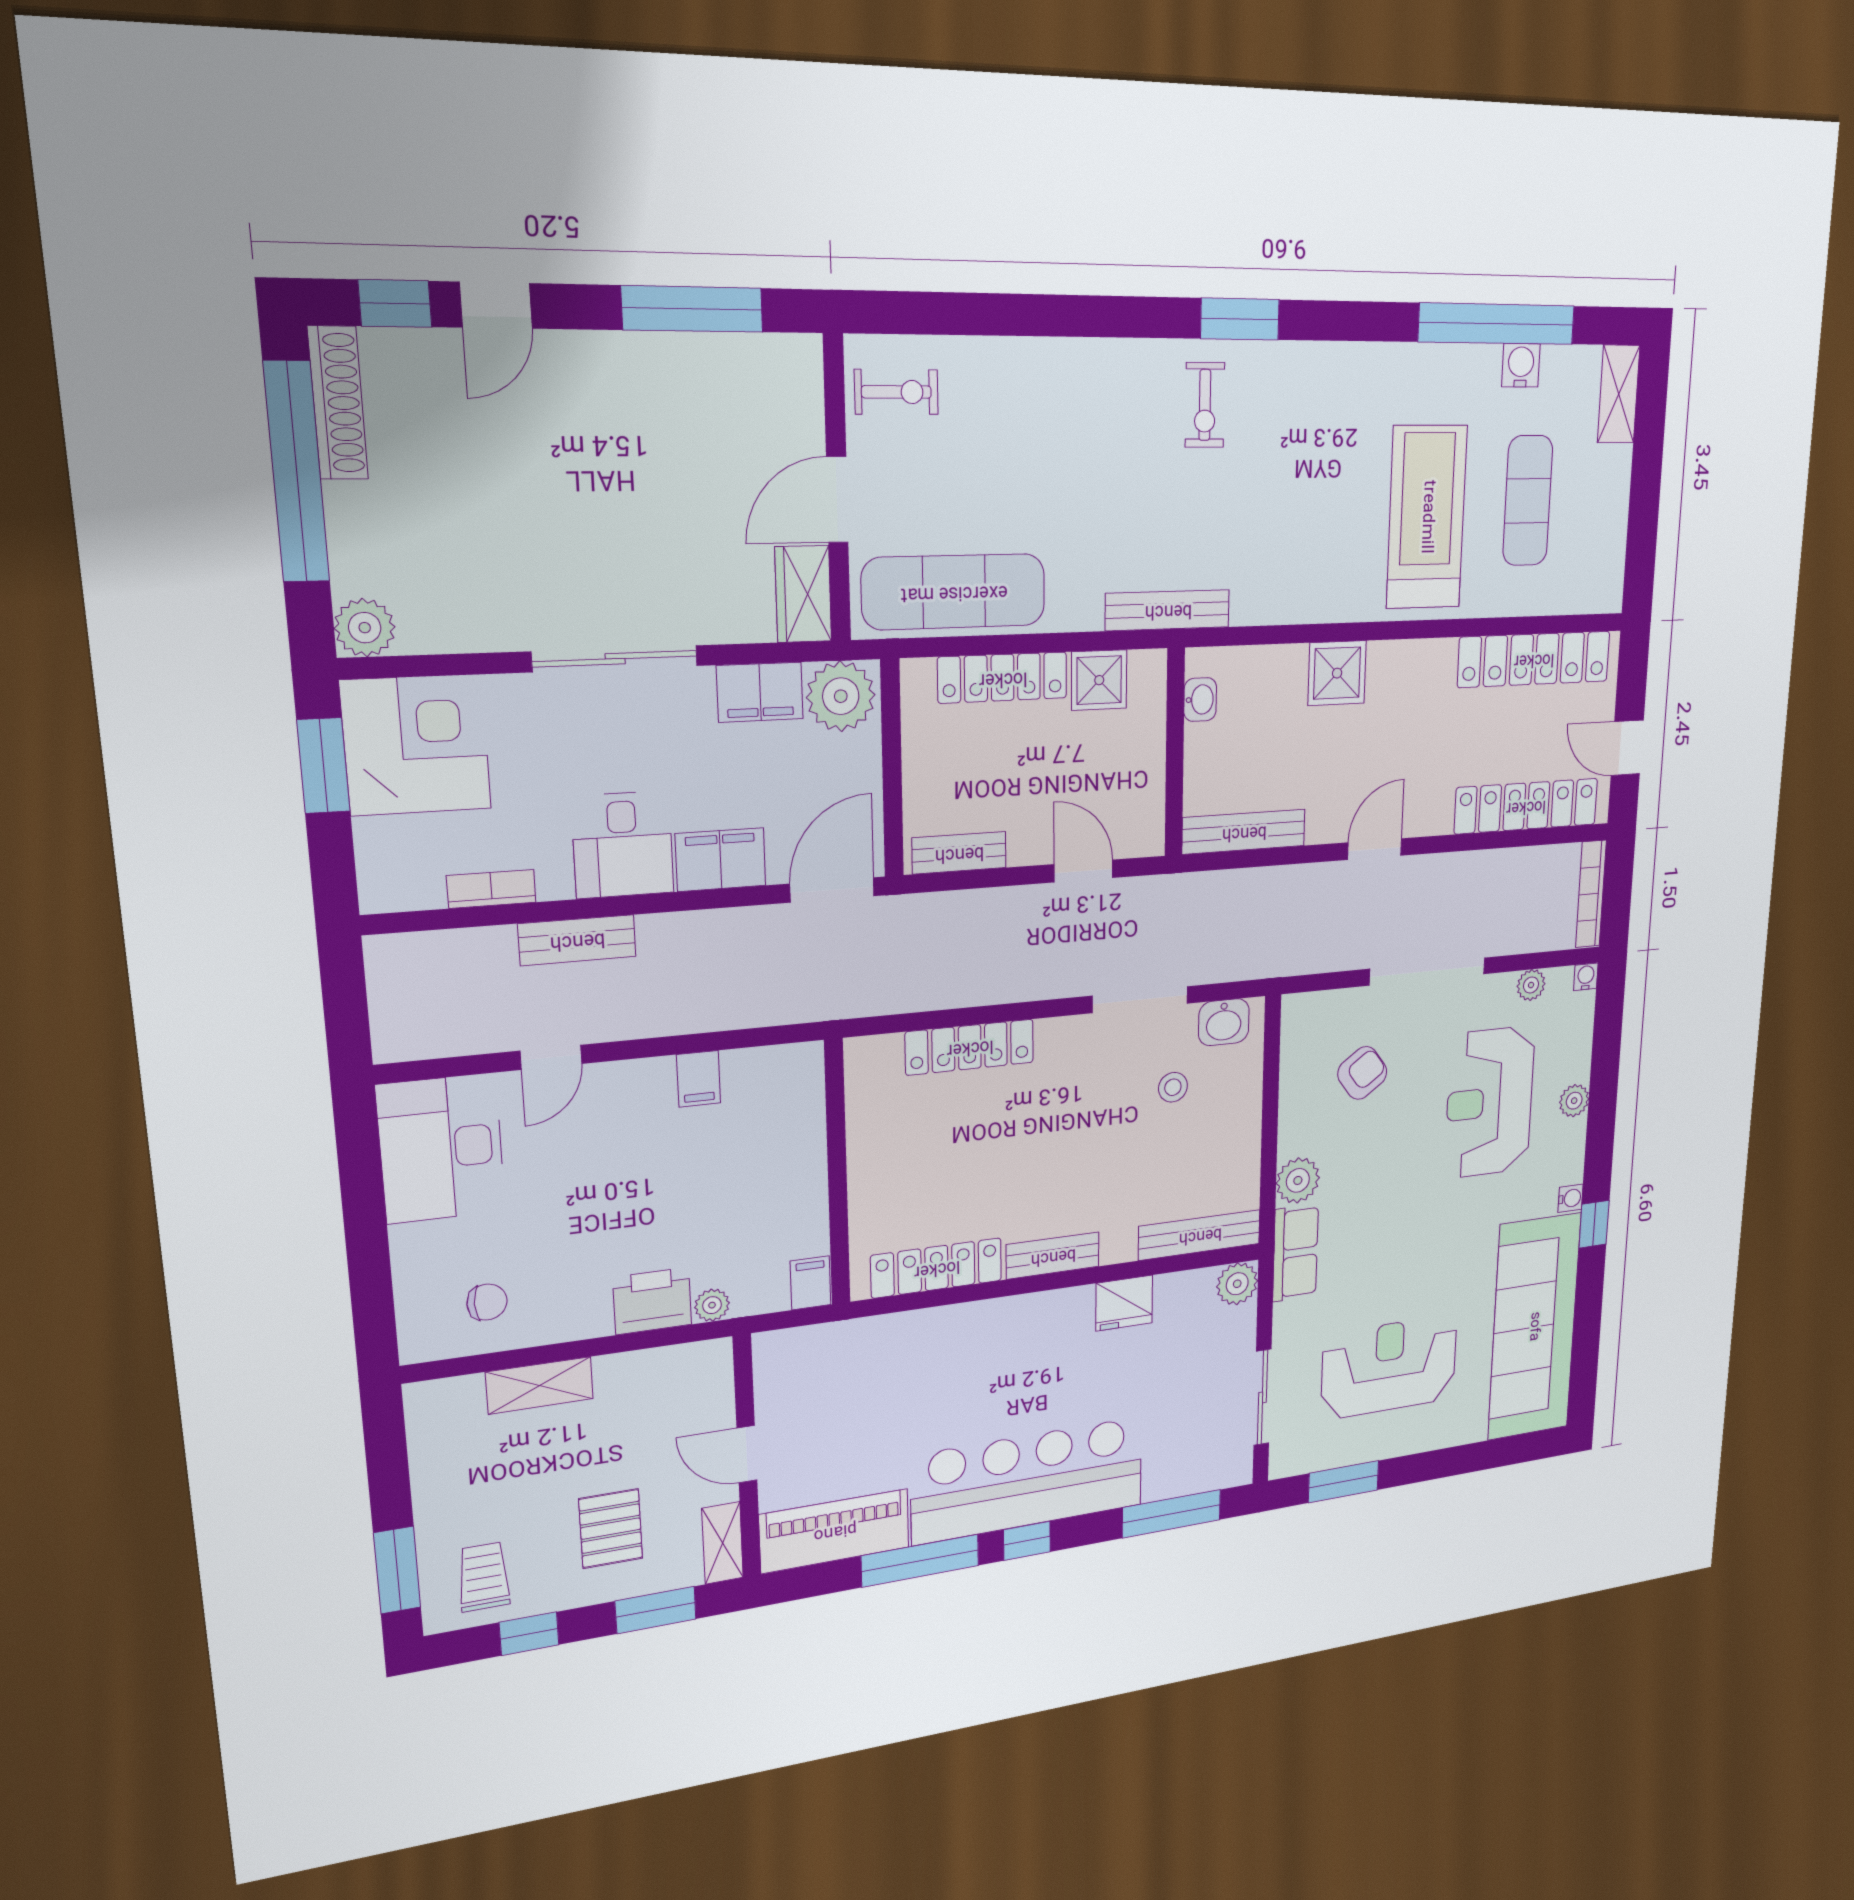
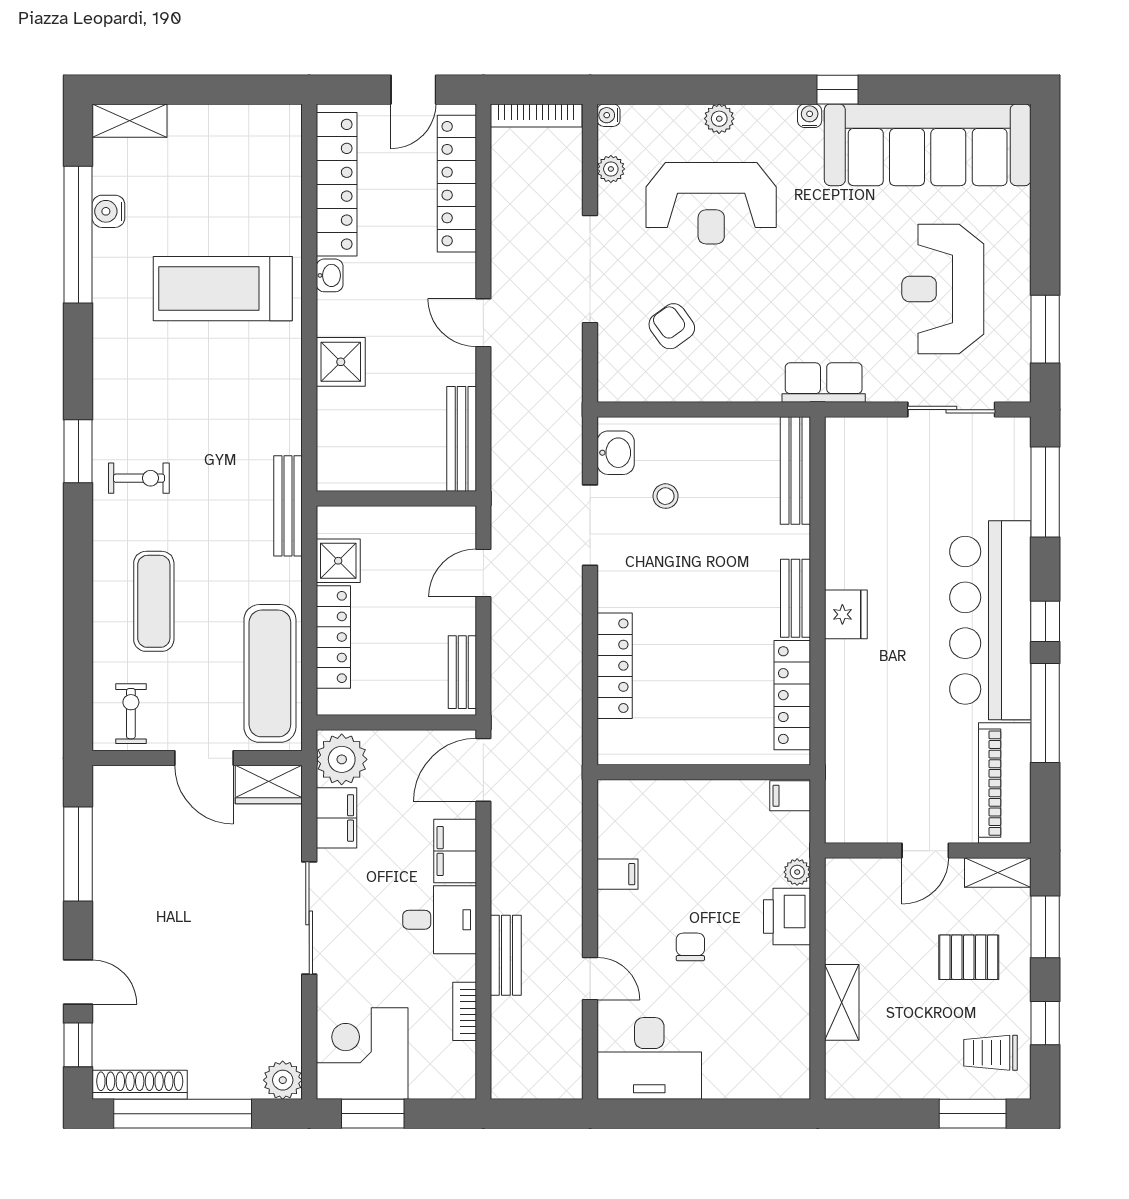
exercise mat: (1528, 501) -> (154, 601), moved, turned 90
washbasin: (1200, 700) -> (330, 275), moved, turned 90
door: (832, 890) -> (483, 770), hinge flipped
plant: (1298, 1180) -> (759, 382), removed
plant: (1237, 1284) -> (844, 436), removed
chair: (487, 1302) -> (690, 947), moved
fridge: (1124, 1303) -> (846, 614), moved

